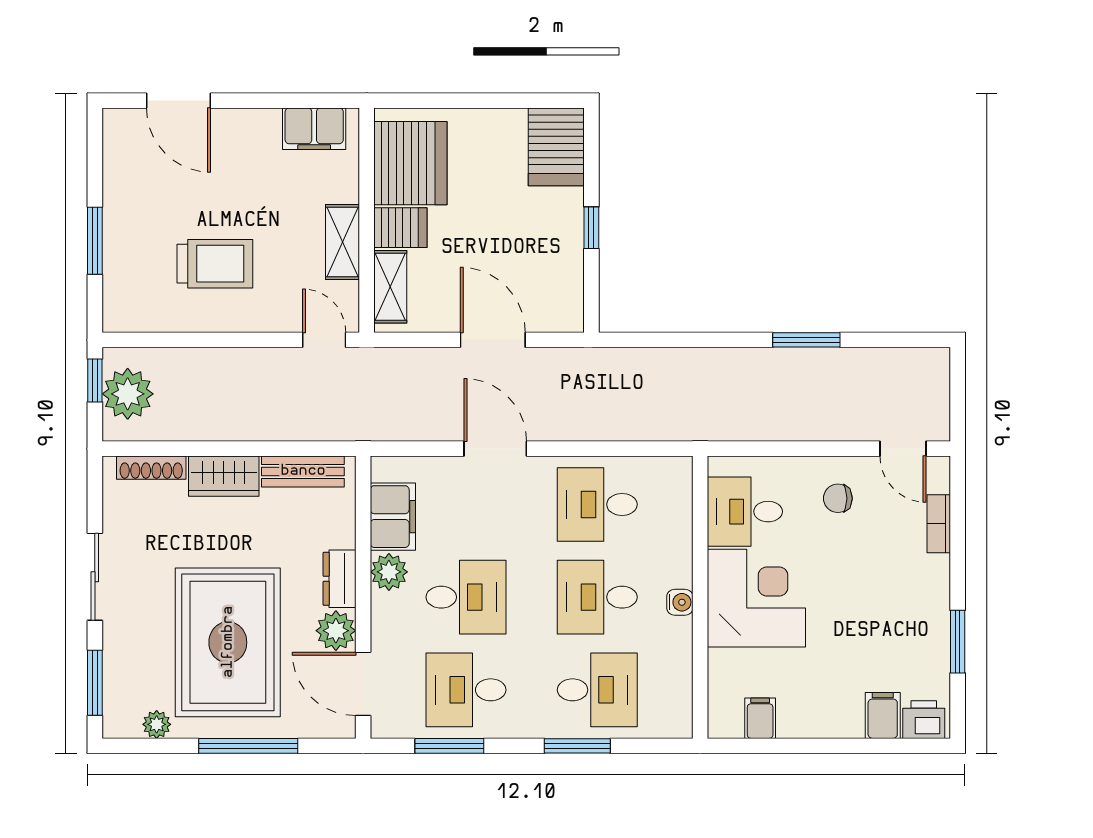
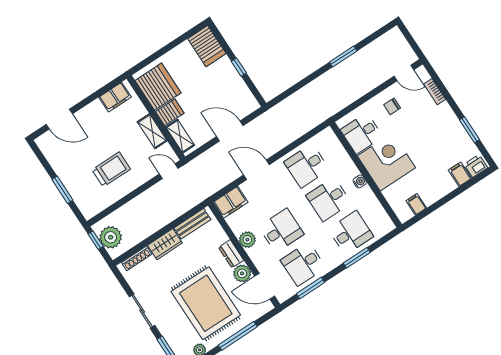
filing cabinet: (393, 517) -> (231, 202), moved, turned 90

